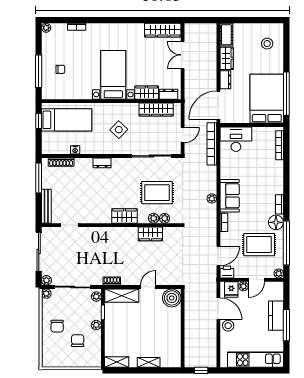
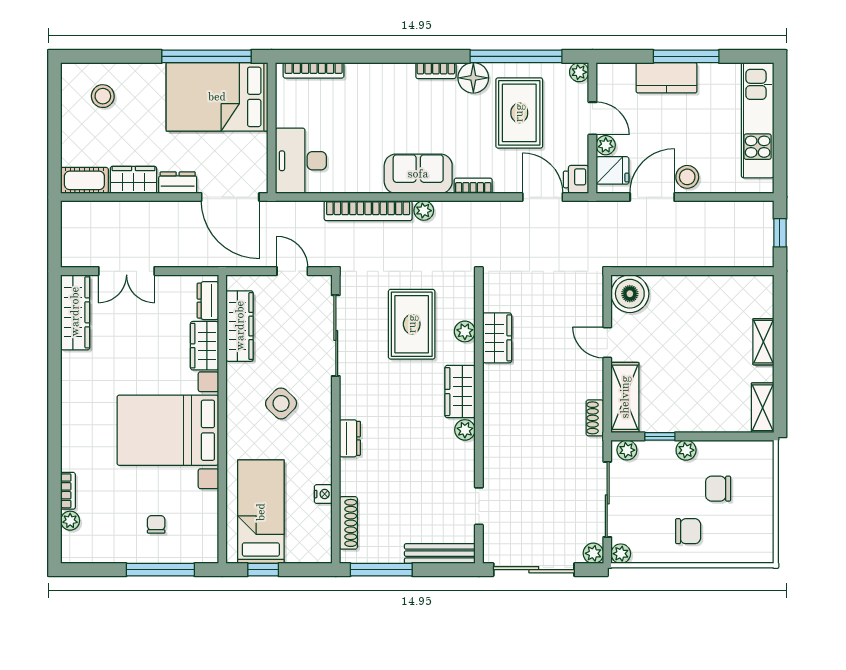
plant: (46, 28) -> (70, 521), moved
bed with nightstands: (113, 75) -> (168, 430), width x1.36
bookcase: (212, 144) -> (368, 211), moved
plant: (164, 218) -> (465, 430), moved

